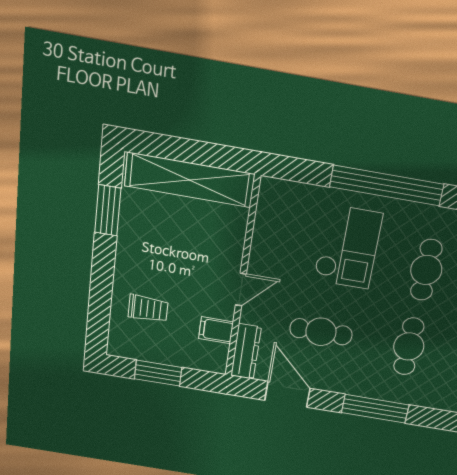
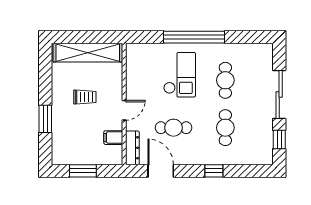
window: (108, 210) -> (45, 119), moved
trolley: (148, 309) -> (85, 97), moved
window: (375, 409) -> (214, 171), width x0.46

